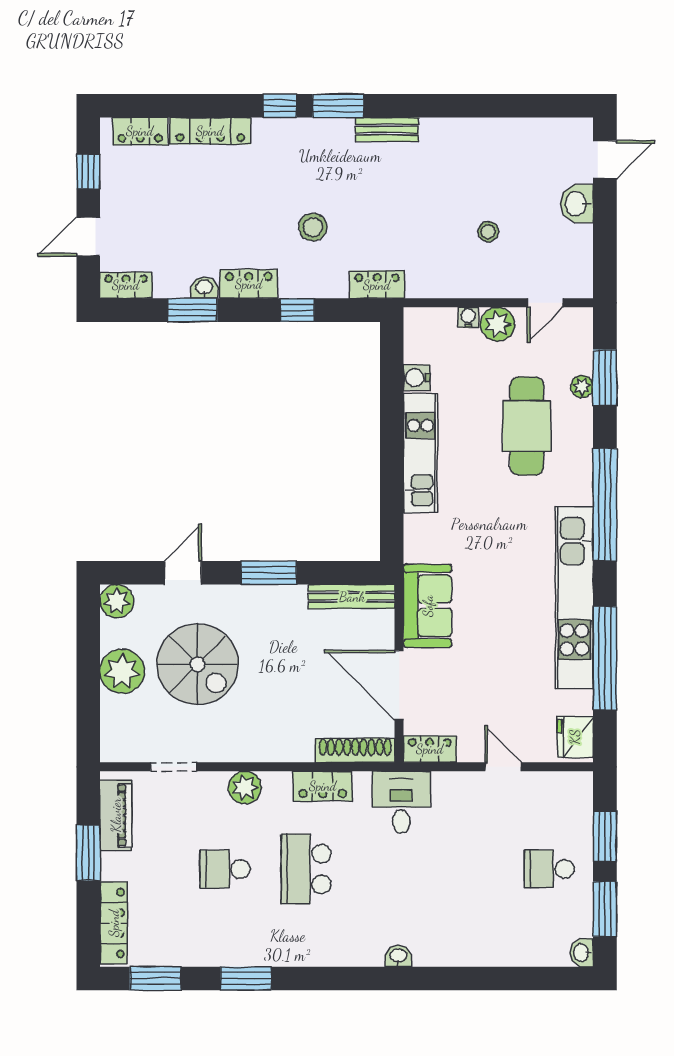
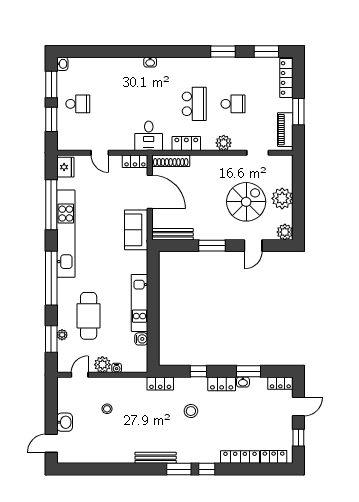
bench: (387, 129) -> (156, 458), width x1.36
spiral stairs: (198, 664) -> (246, 202), turned 90

